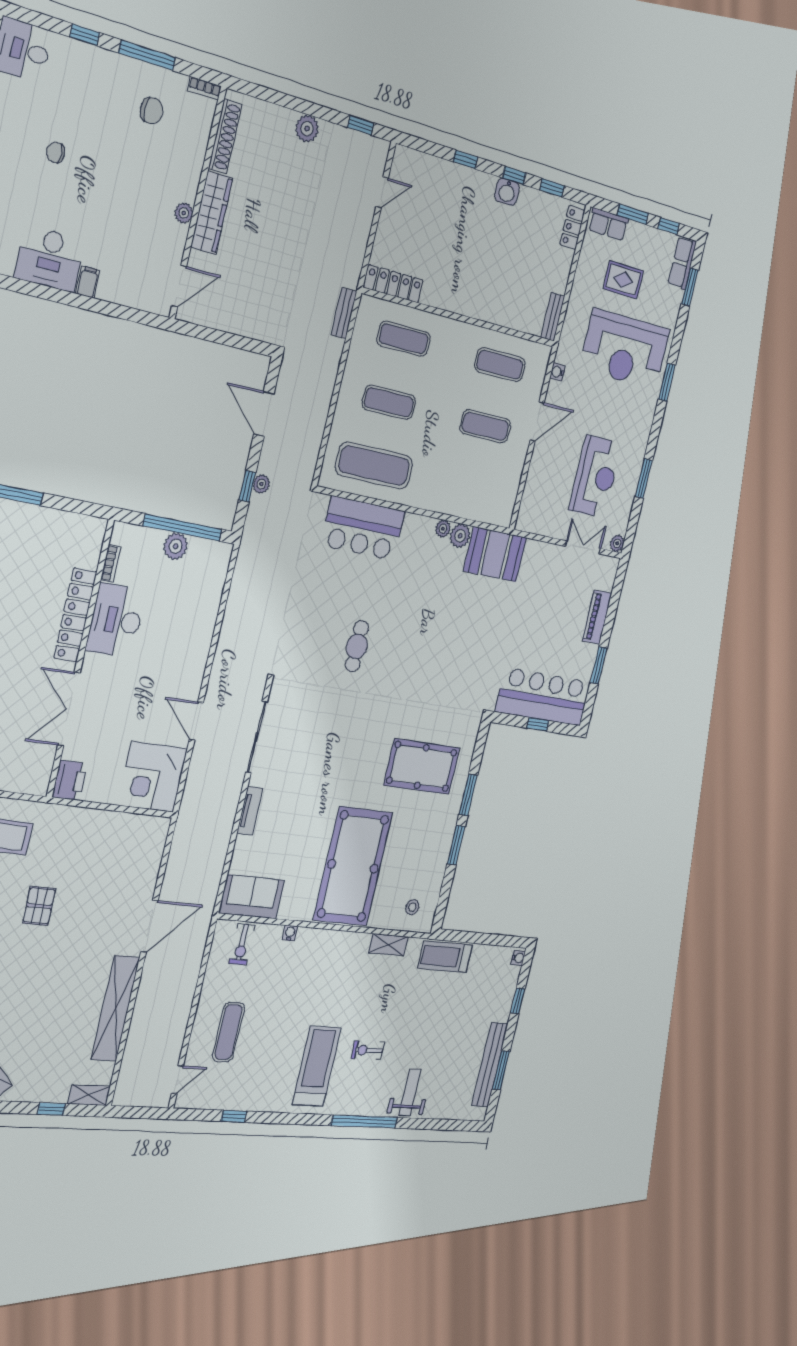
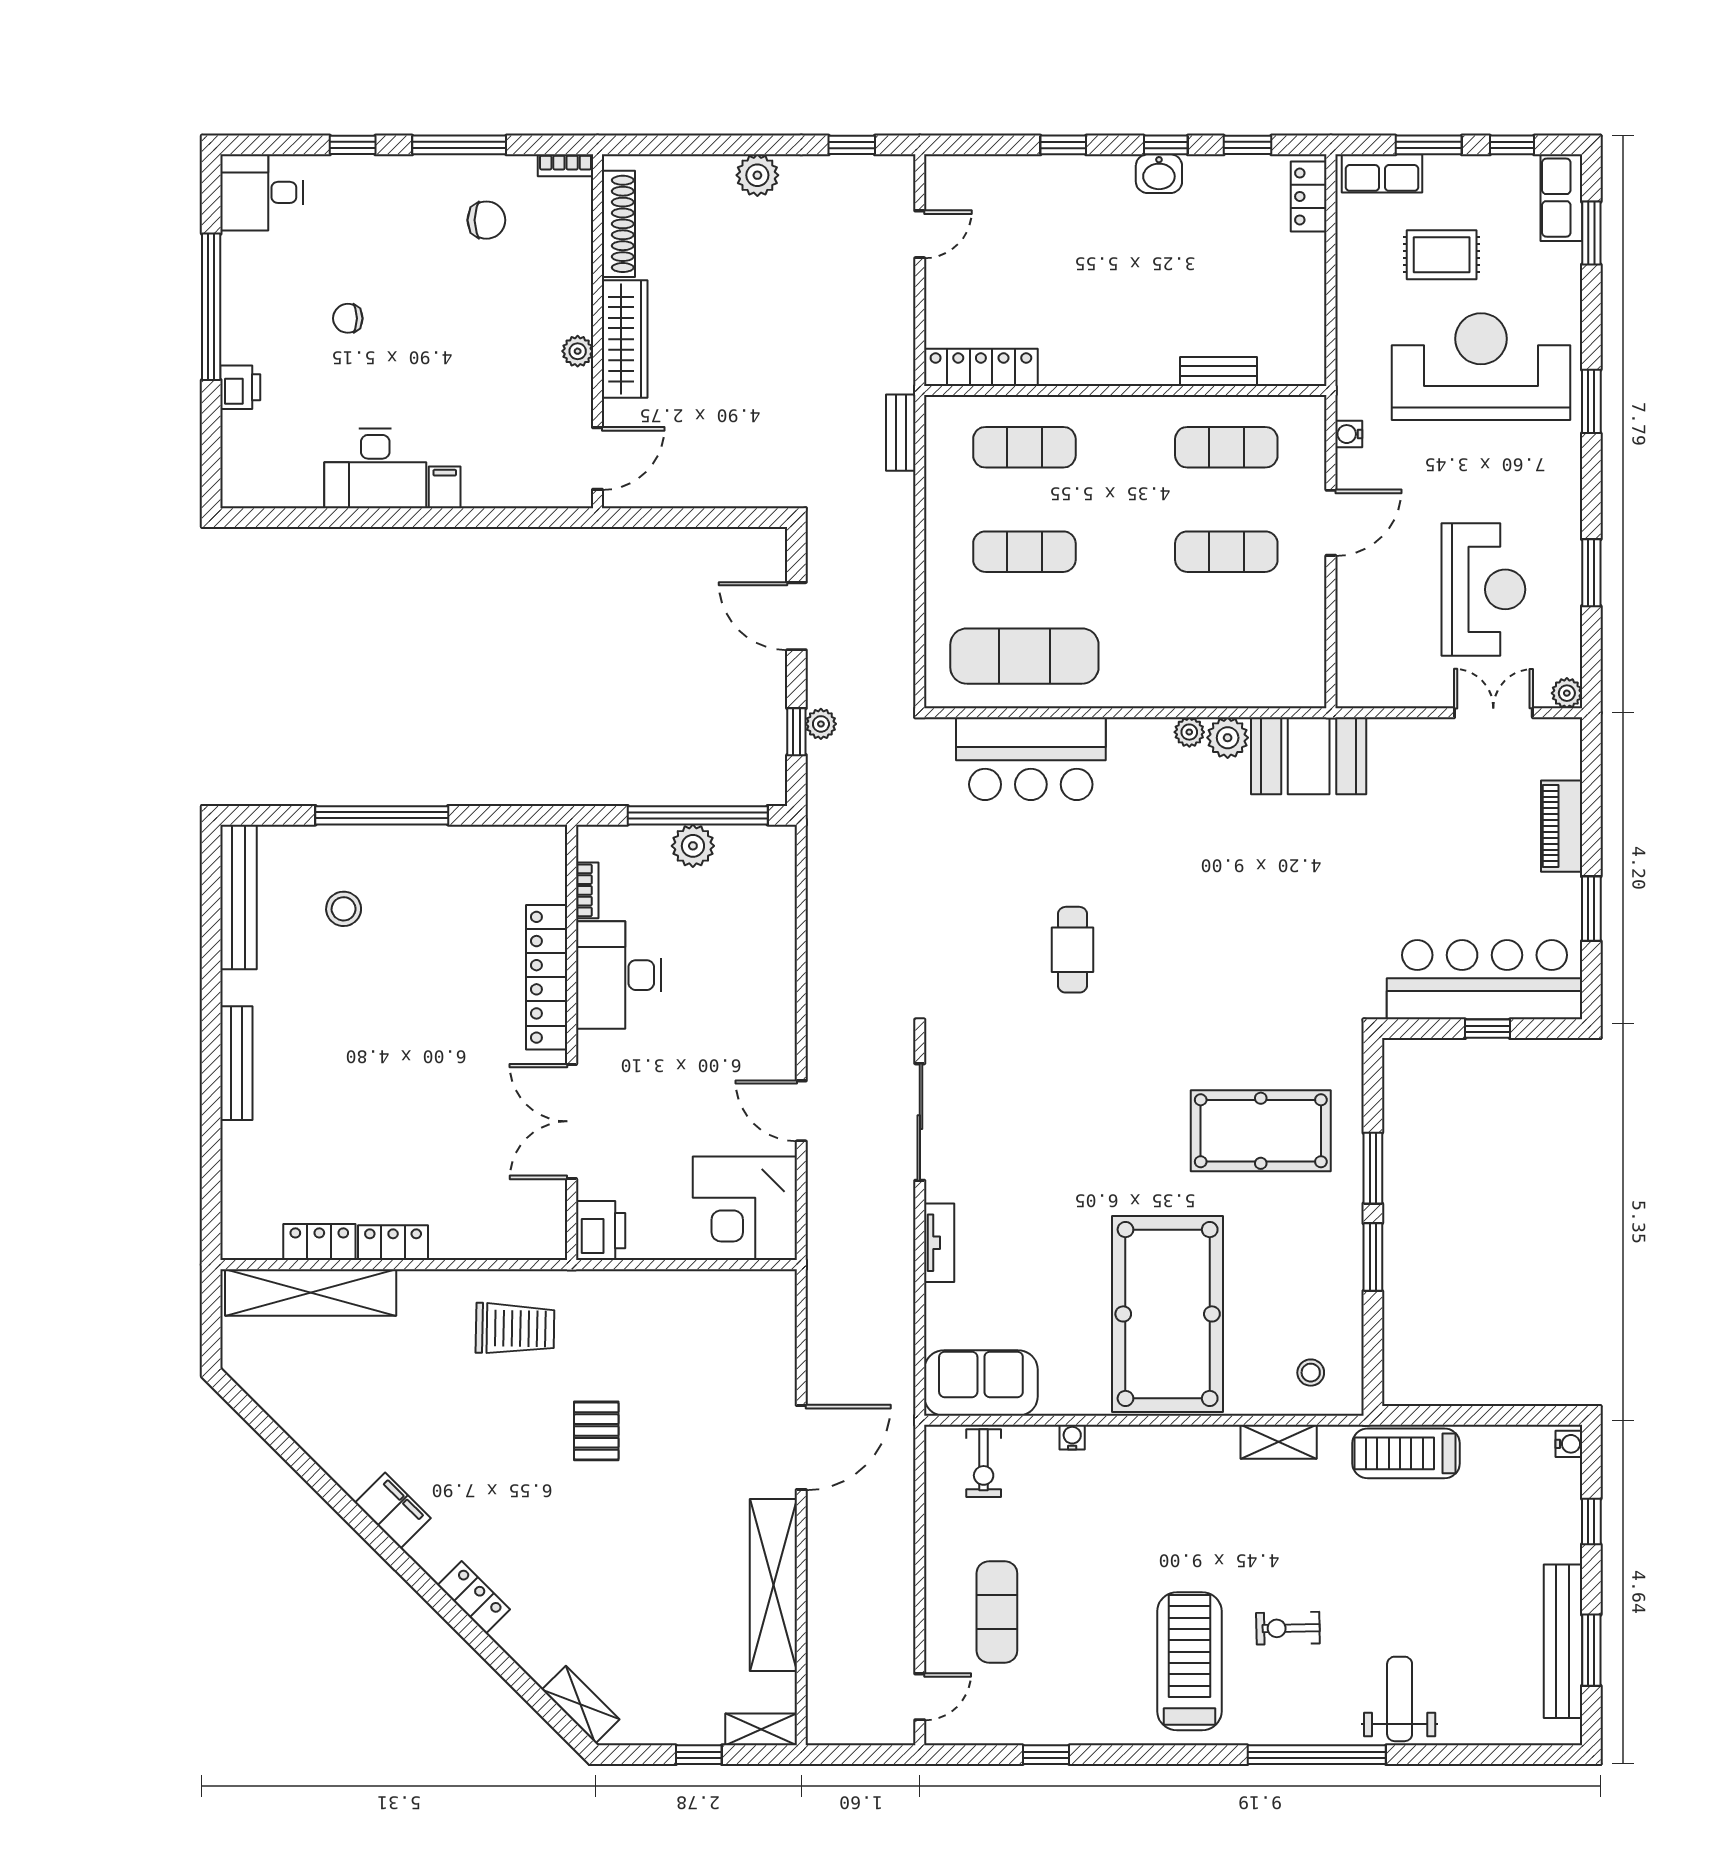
bench: (553, 317) -> (1218, 371), moved, turned 90
reception desk: (625, 349) -> (1481, 367), turned 180

